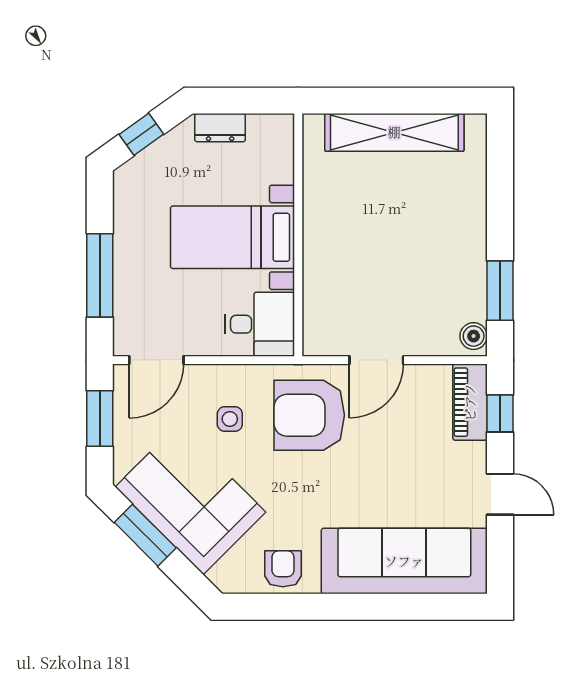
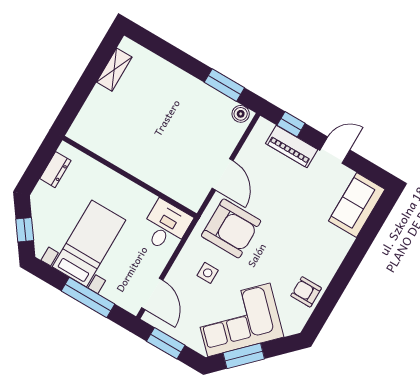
dresser: (220, 128) -> (55, 170), moved
shelving: (394, 132) -> (114, 70), width x0.45, depth x0.75
bed with nightstands: (233, 237) -> (89, 243), moved, turned 180
piano: (470, 402) -> (292, 147), moved
armchair: (309, 415) -> (231, 228), turned -90
sofa: (404, 561) -> (357, 205), width x0.54, depth x0.79

